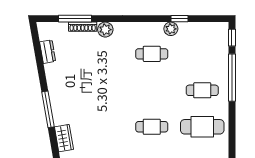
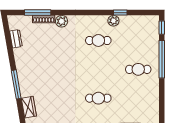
cafe table: (202, 127) -> (138, 98), removed

